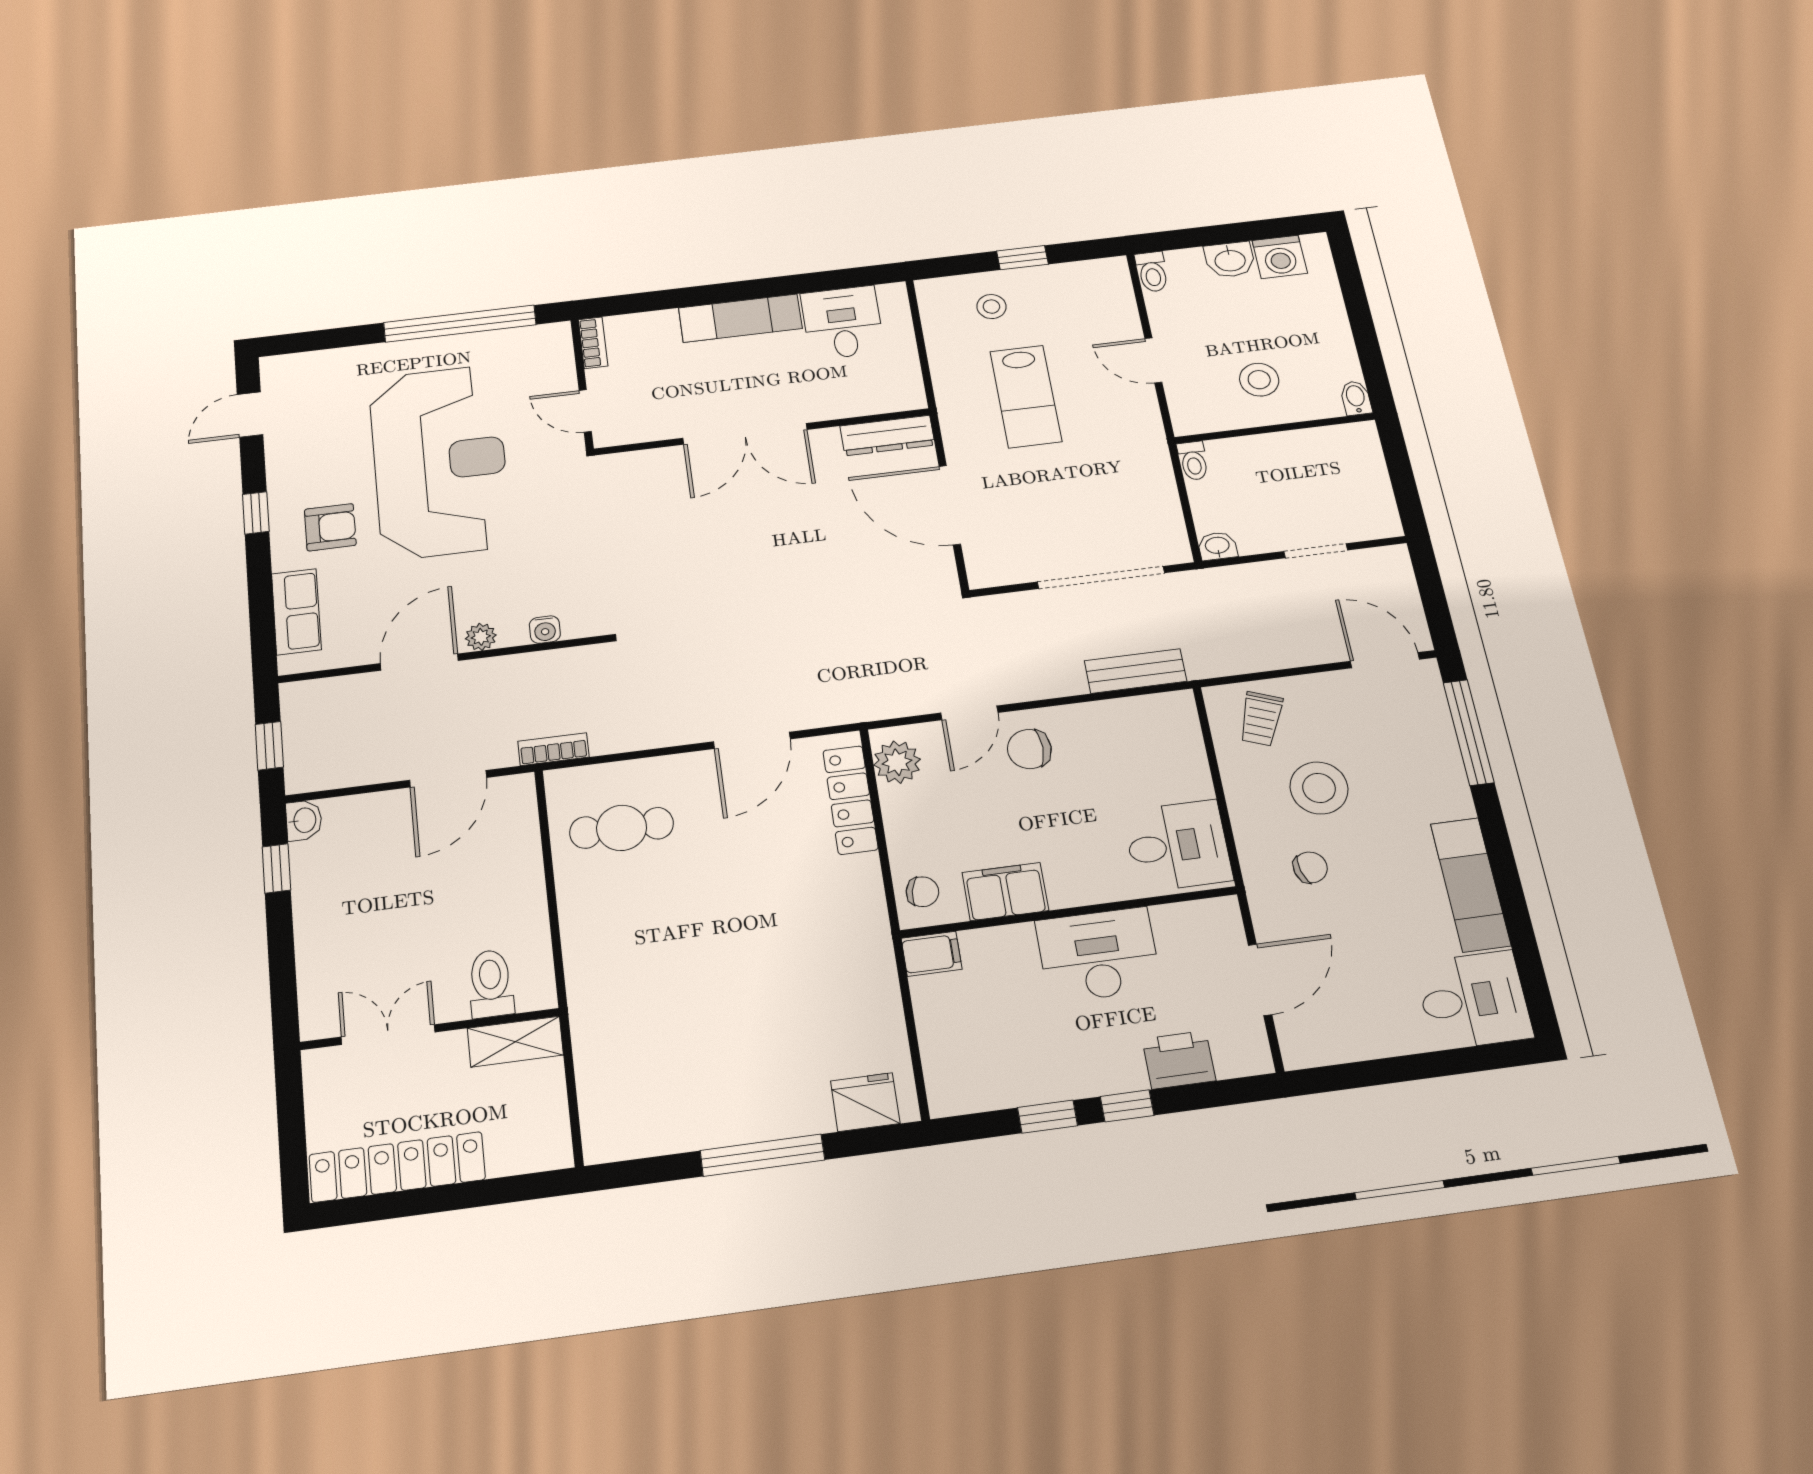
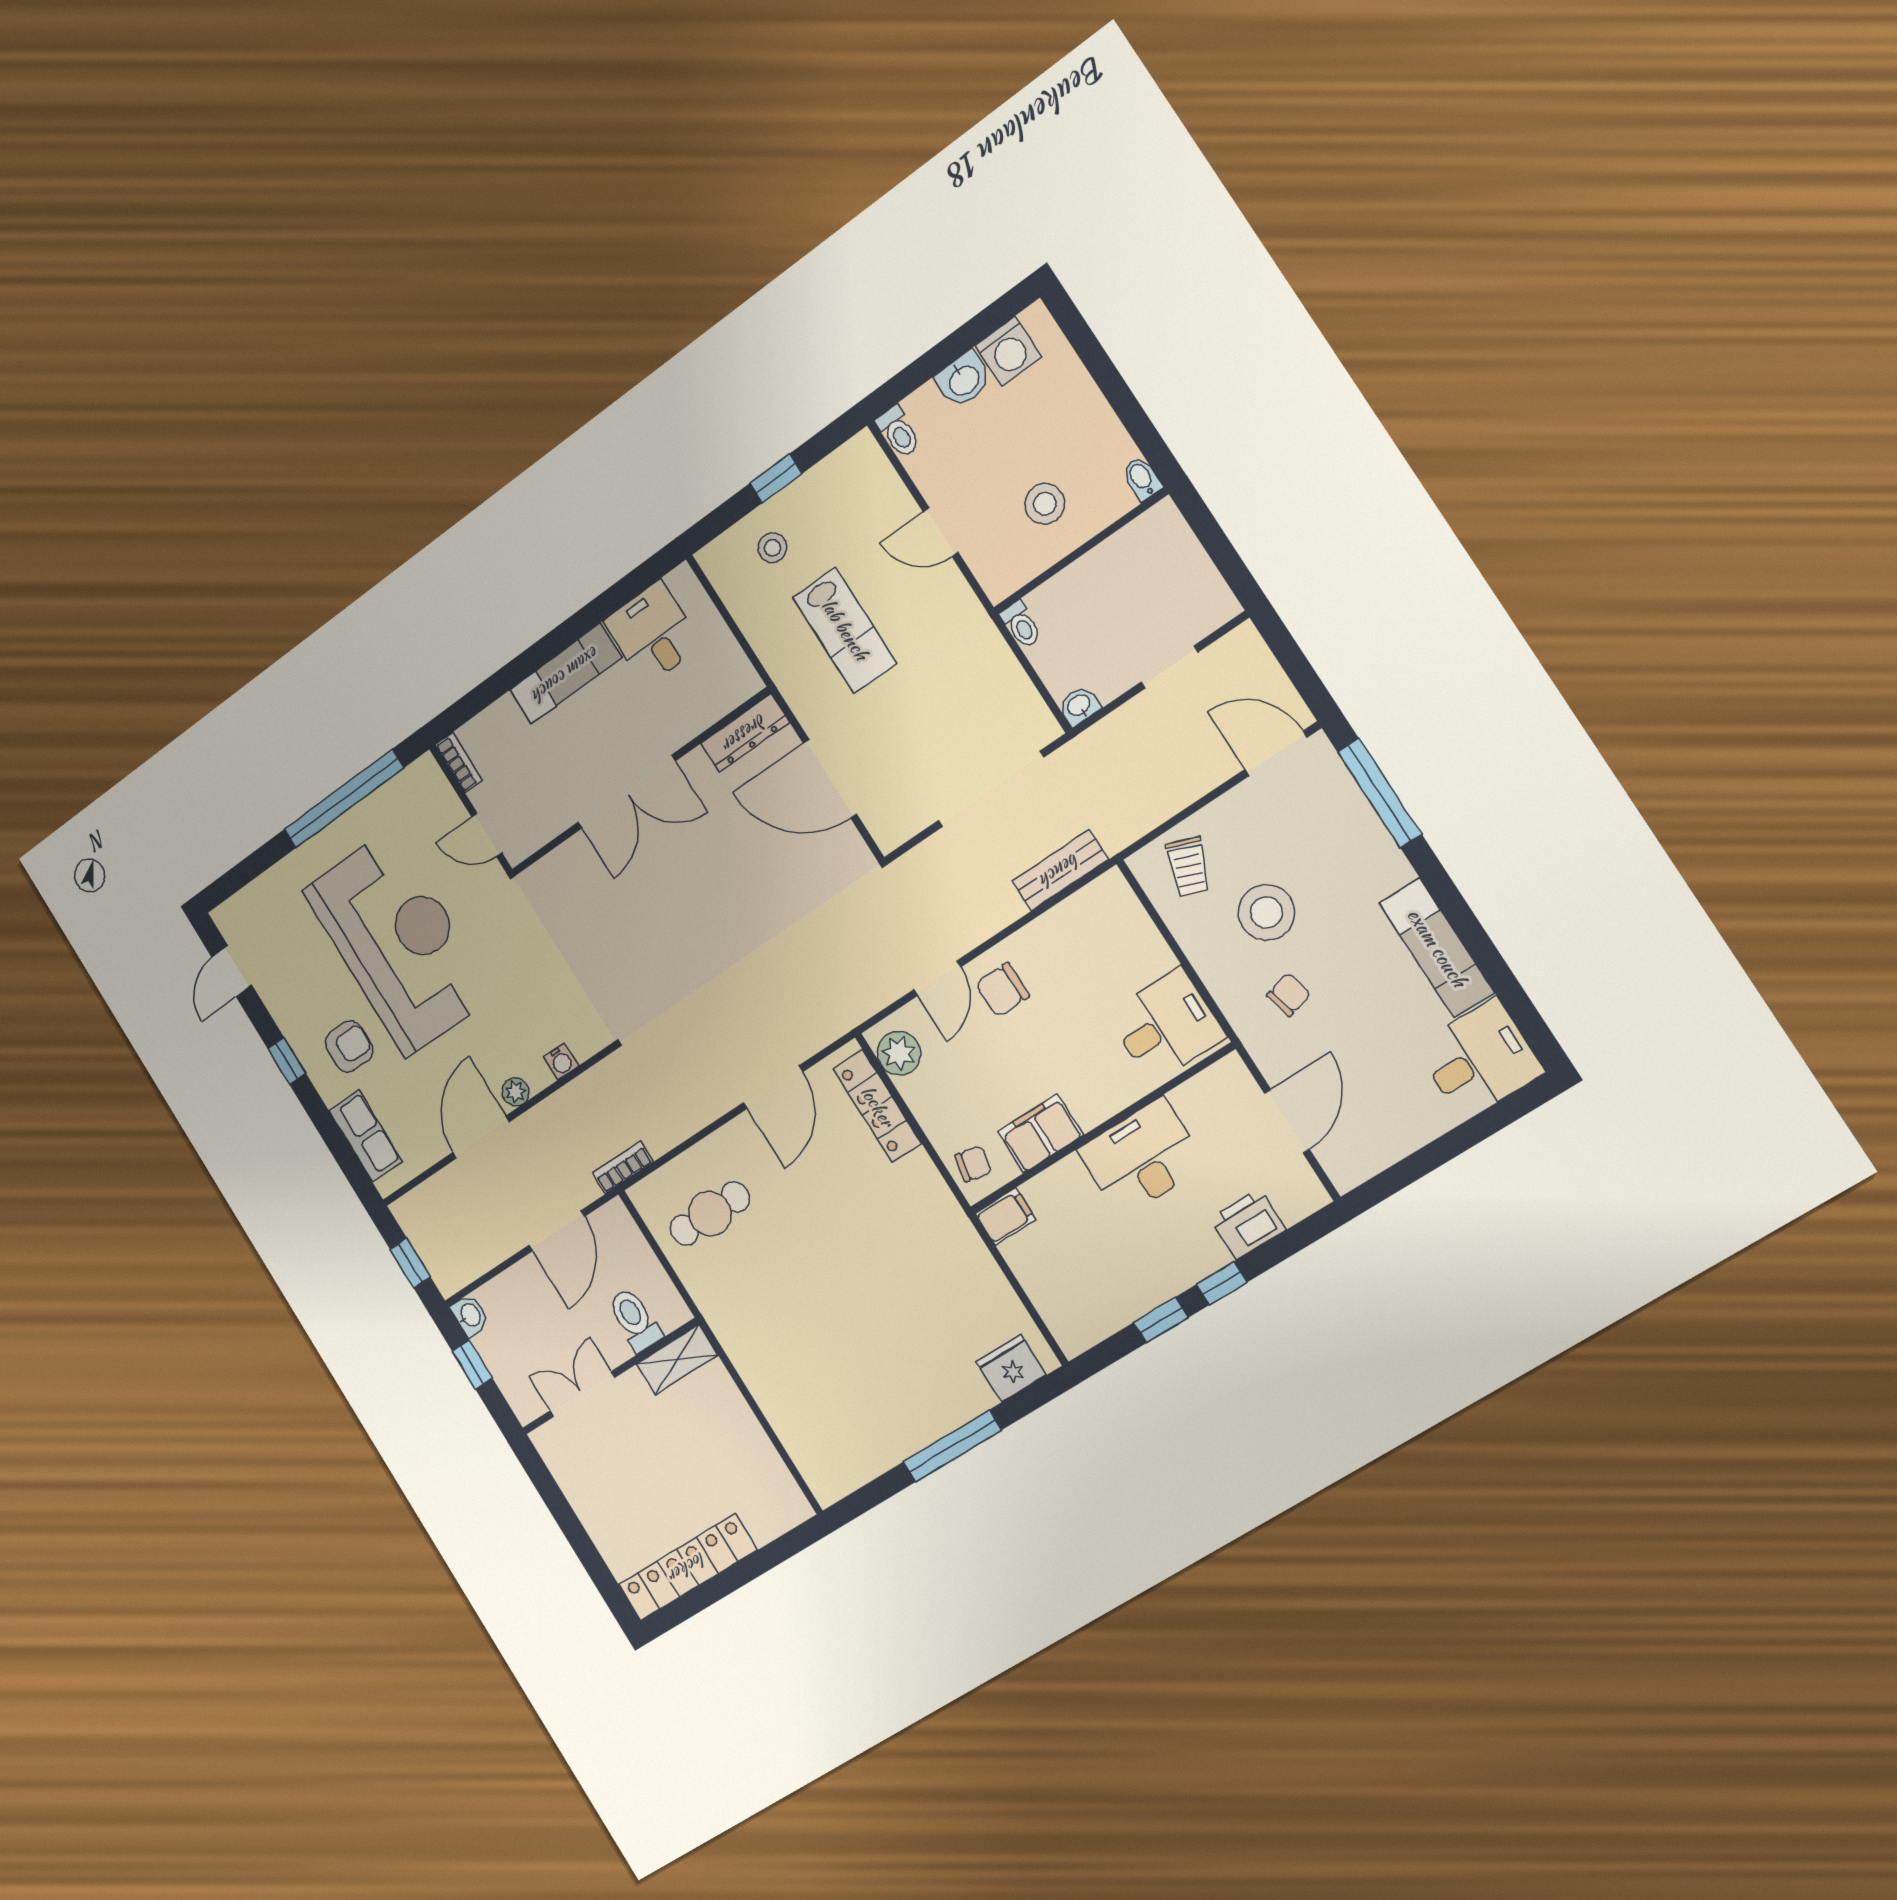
toilet: (491, 984) -> (635, 1320), moved
wall: (430, 1029) -> (610, 1377), moved
double door: (388, 1035) -> (582, 1394), moved
shelving: (515, 1042) -> (677, 1359), moved

